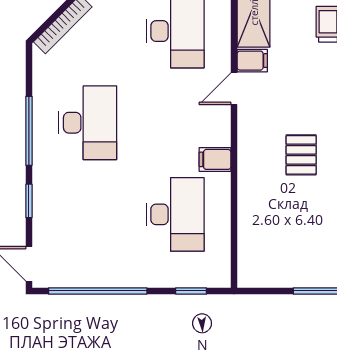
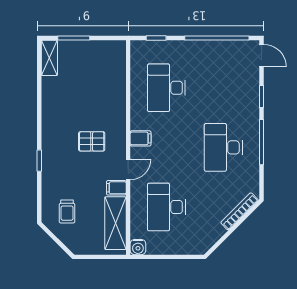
pallet: (301, 155) -> (92, 141), moved, turned 90
filing cabinet: (215, 159) -> (141, 138), moved

